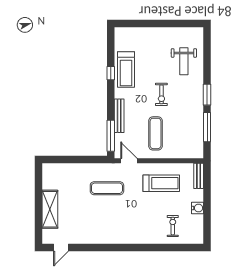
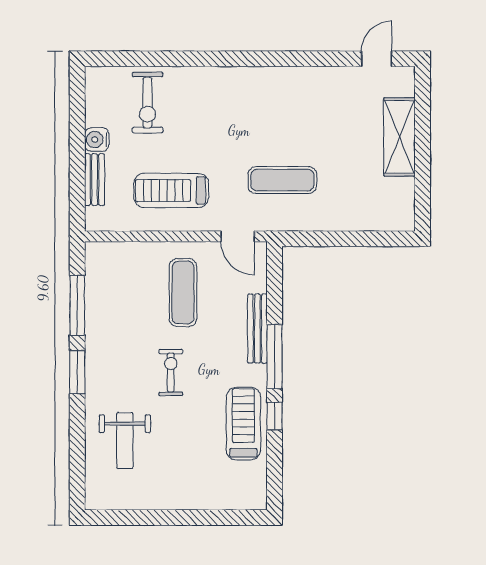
weight bench: (184, 61) -> (125, 441), turned 180
window: (111, 136) -> (275, 357), moved
bench: (199, 176) -> (95, 180), moved
exercise bike: (173, 226) -> (148, 103), width x1.38, depth x1.39

